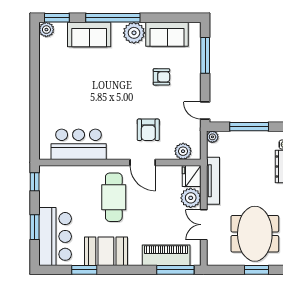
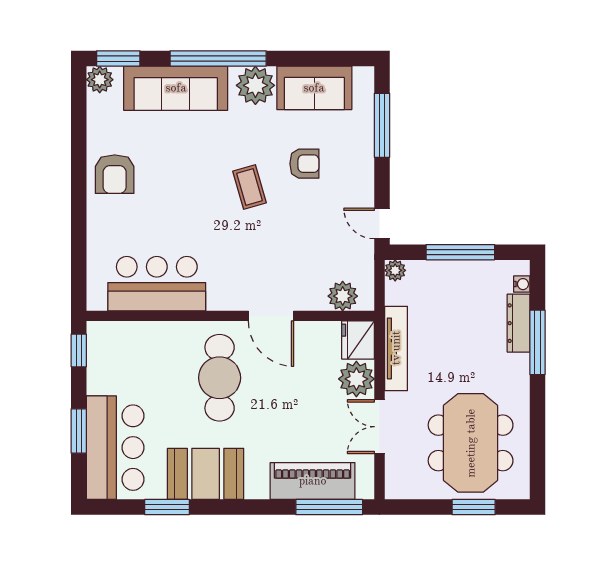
sofa: (89, 34) -> (176, 88), width x1.36
coffee table: (131, 90) -> (250, 187), added
armchair: (148, 130) -> (115, 174), moved

